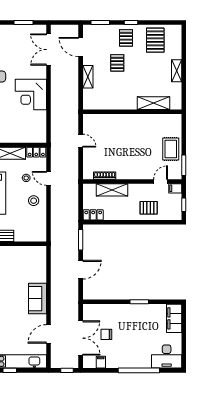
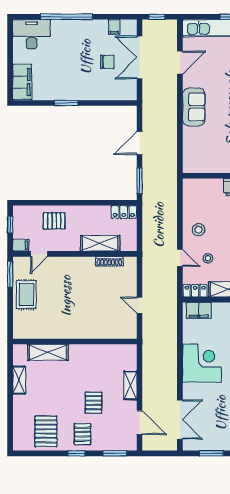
shelving: (177, 71) -> (19, 380), moved
filing cabinet: (33, 136) -> (199, 311), added

